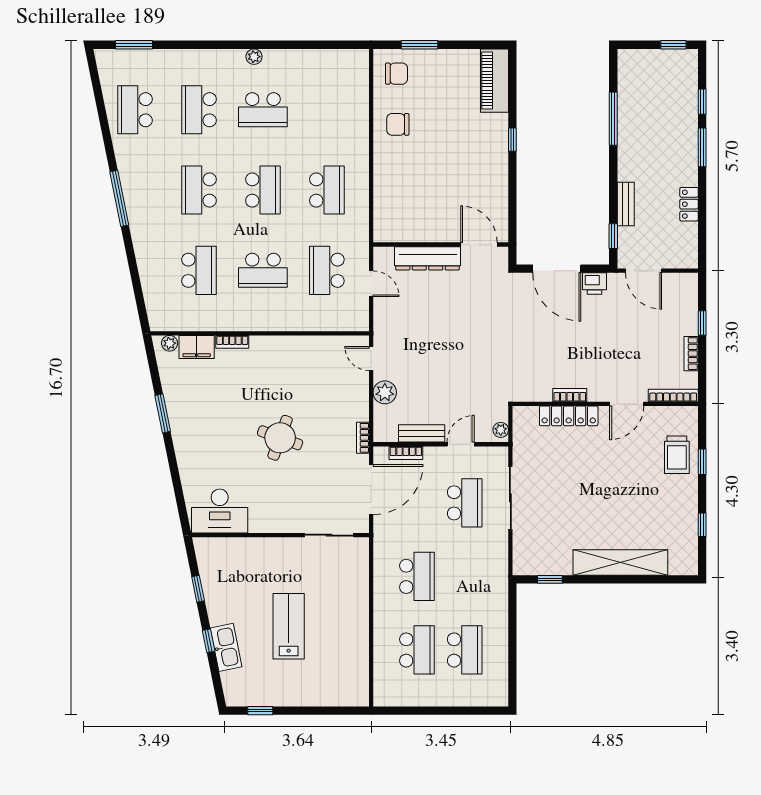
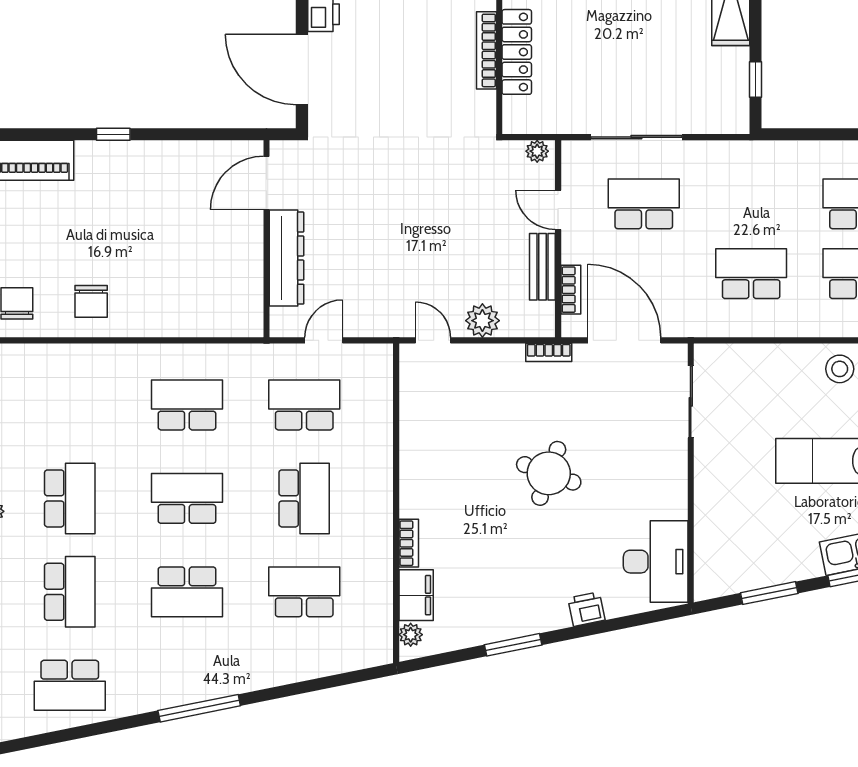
school desk: (199, 110) -> (70, 592), turned -90
door: (557, 269) -> (302, 70), swing flipped
school desk: (327, 270) -> (304, 405), turned 180
door: (371, 359) -> (433, 340), swing flipped
bookcase: (570, 395) -> (486, 50), width x1.56
printer: (187, 464) -> (586, 609), added
window: (198, 589) -> (769, 593), width x1.50
stool: (352, 637) -> (840, 369), added

